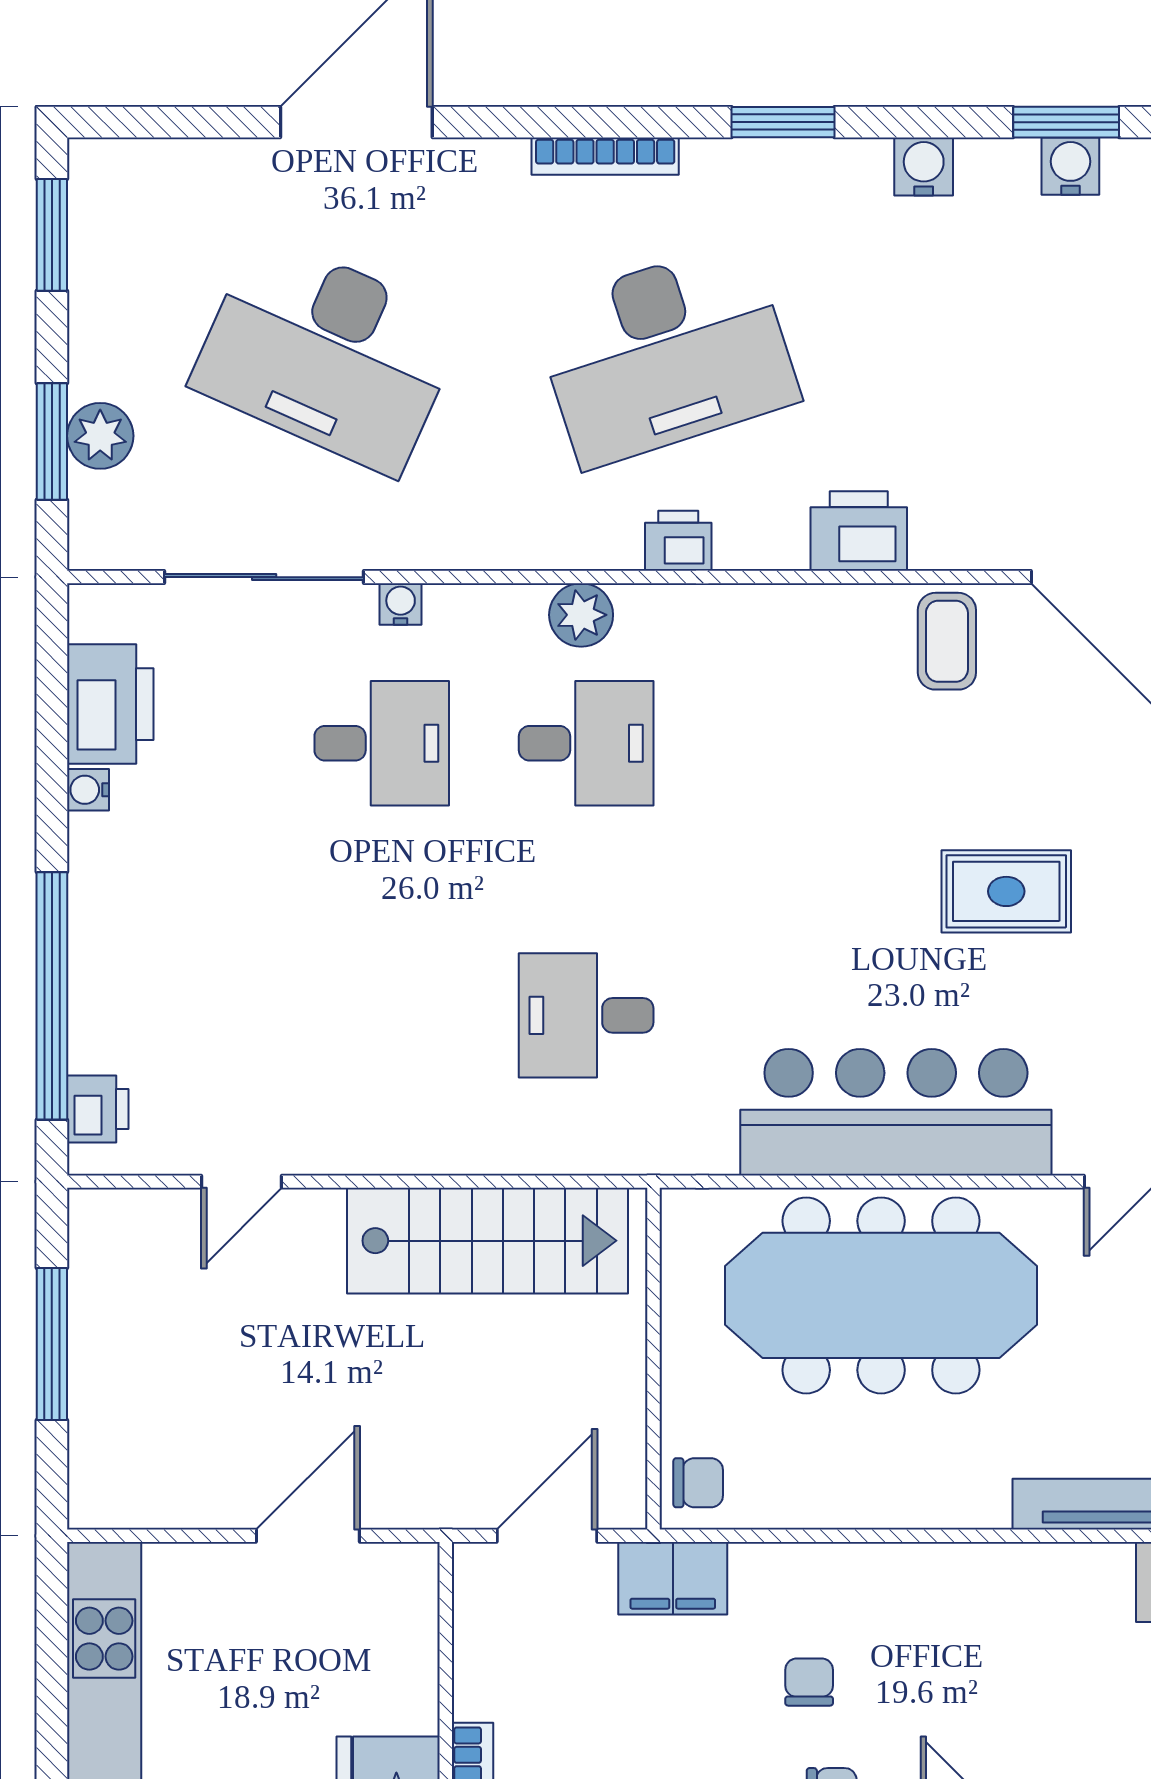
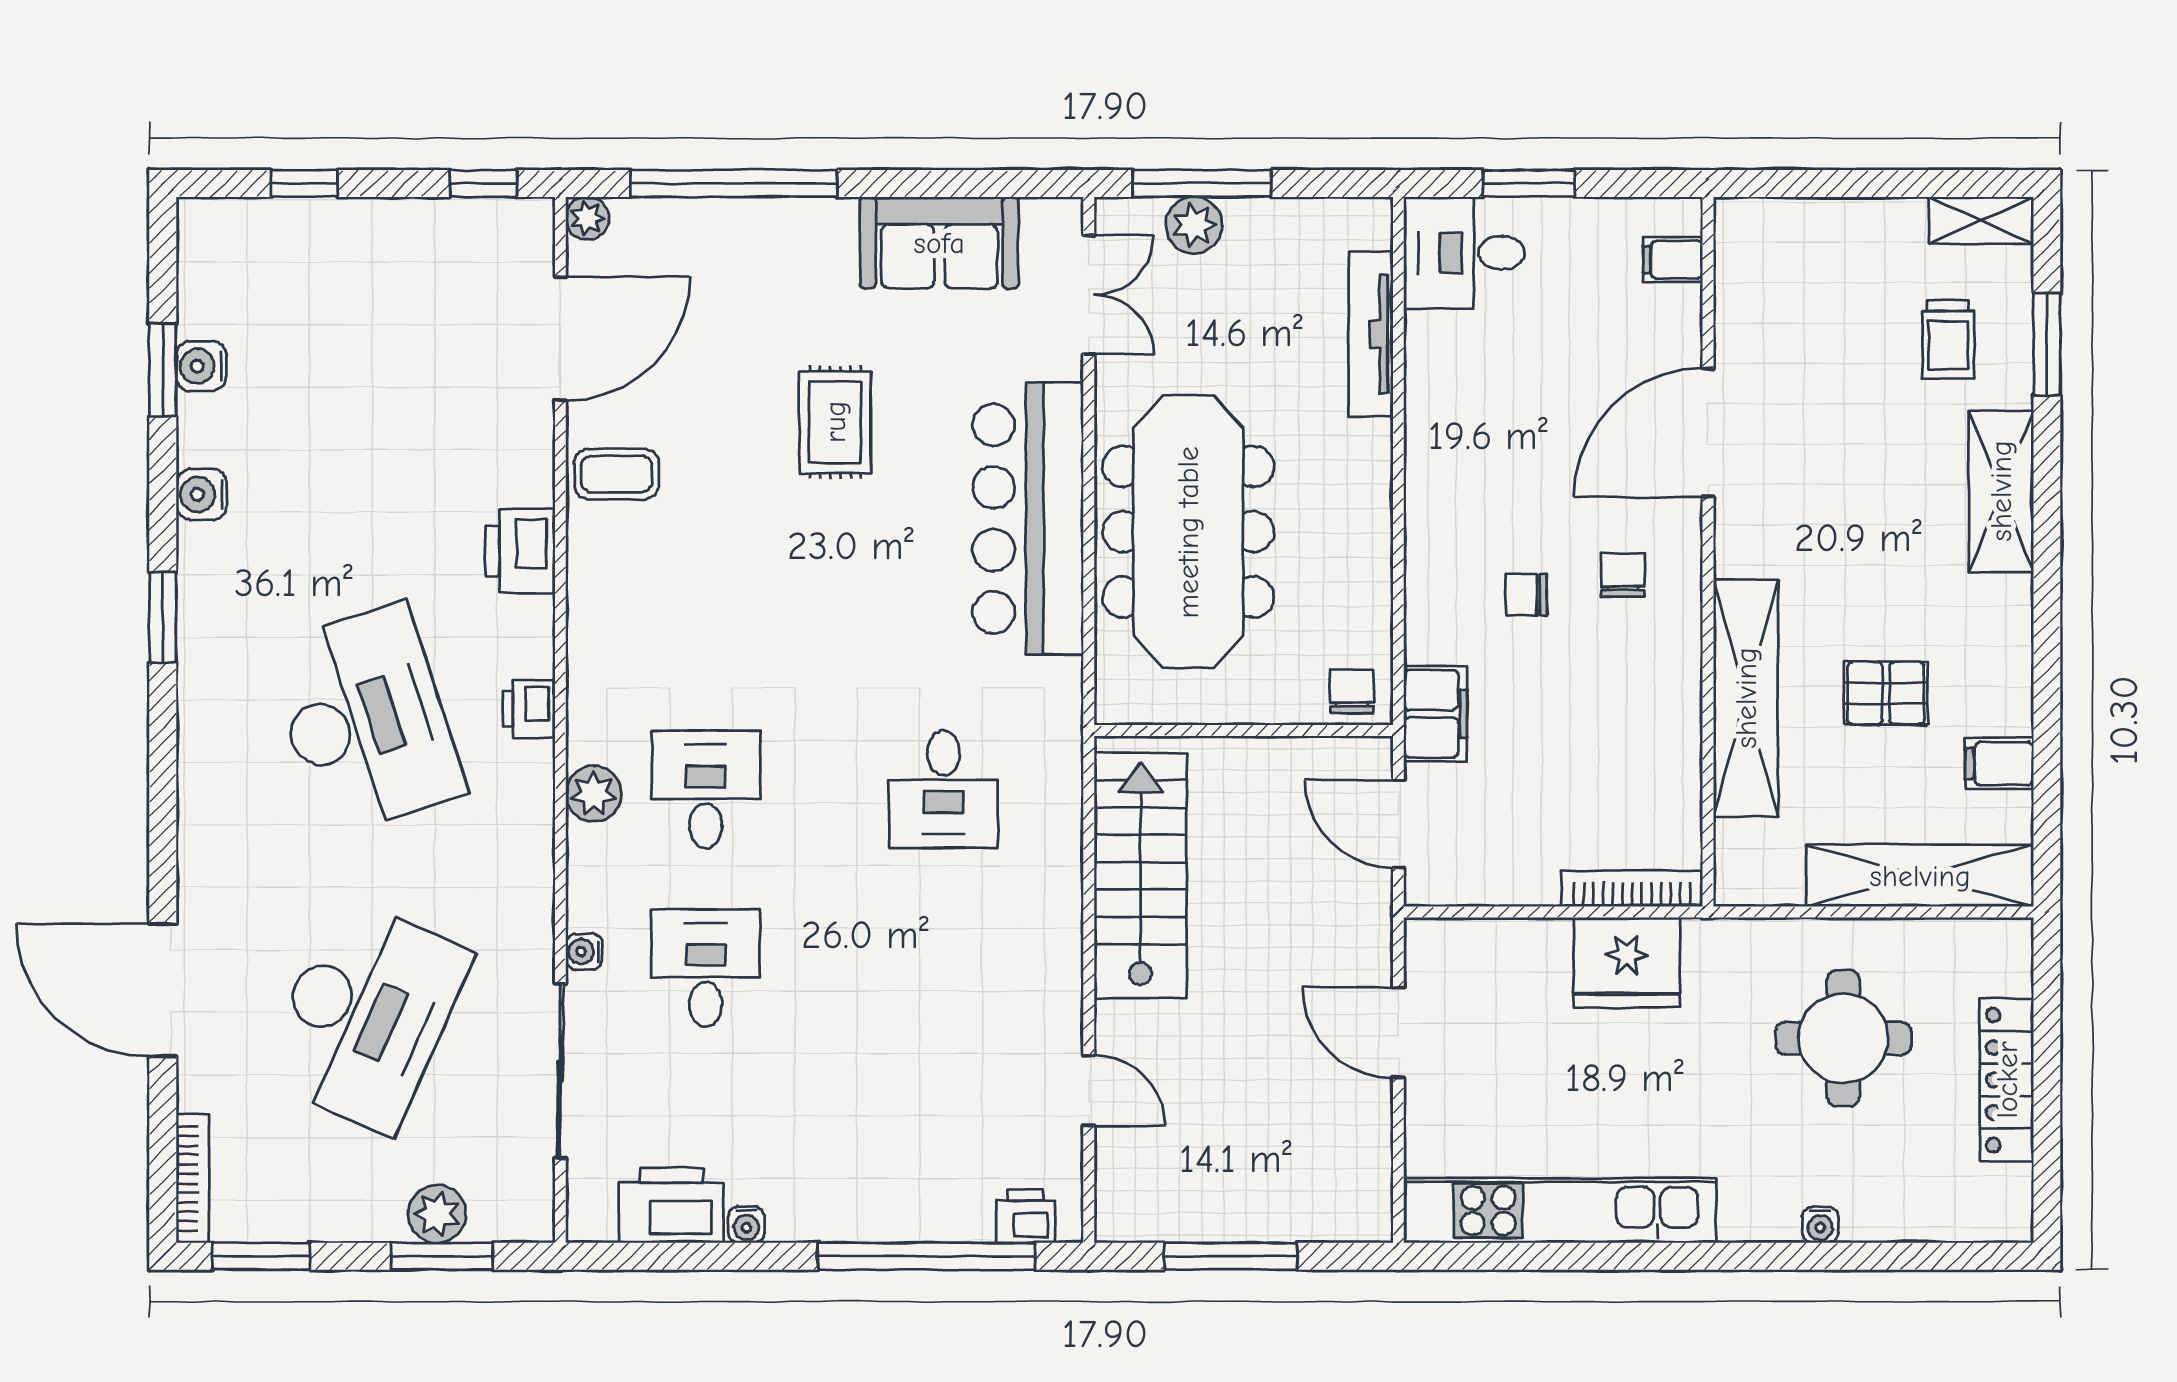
bookcase: (605, 156) -> (193, 1179), moved

